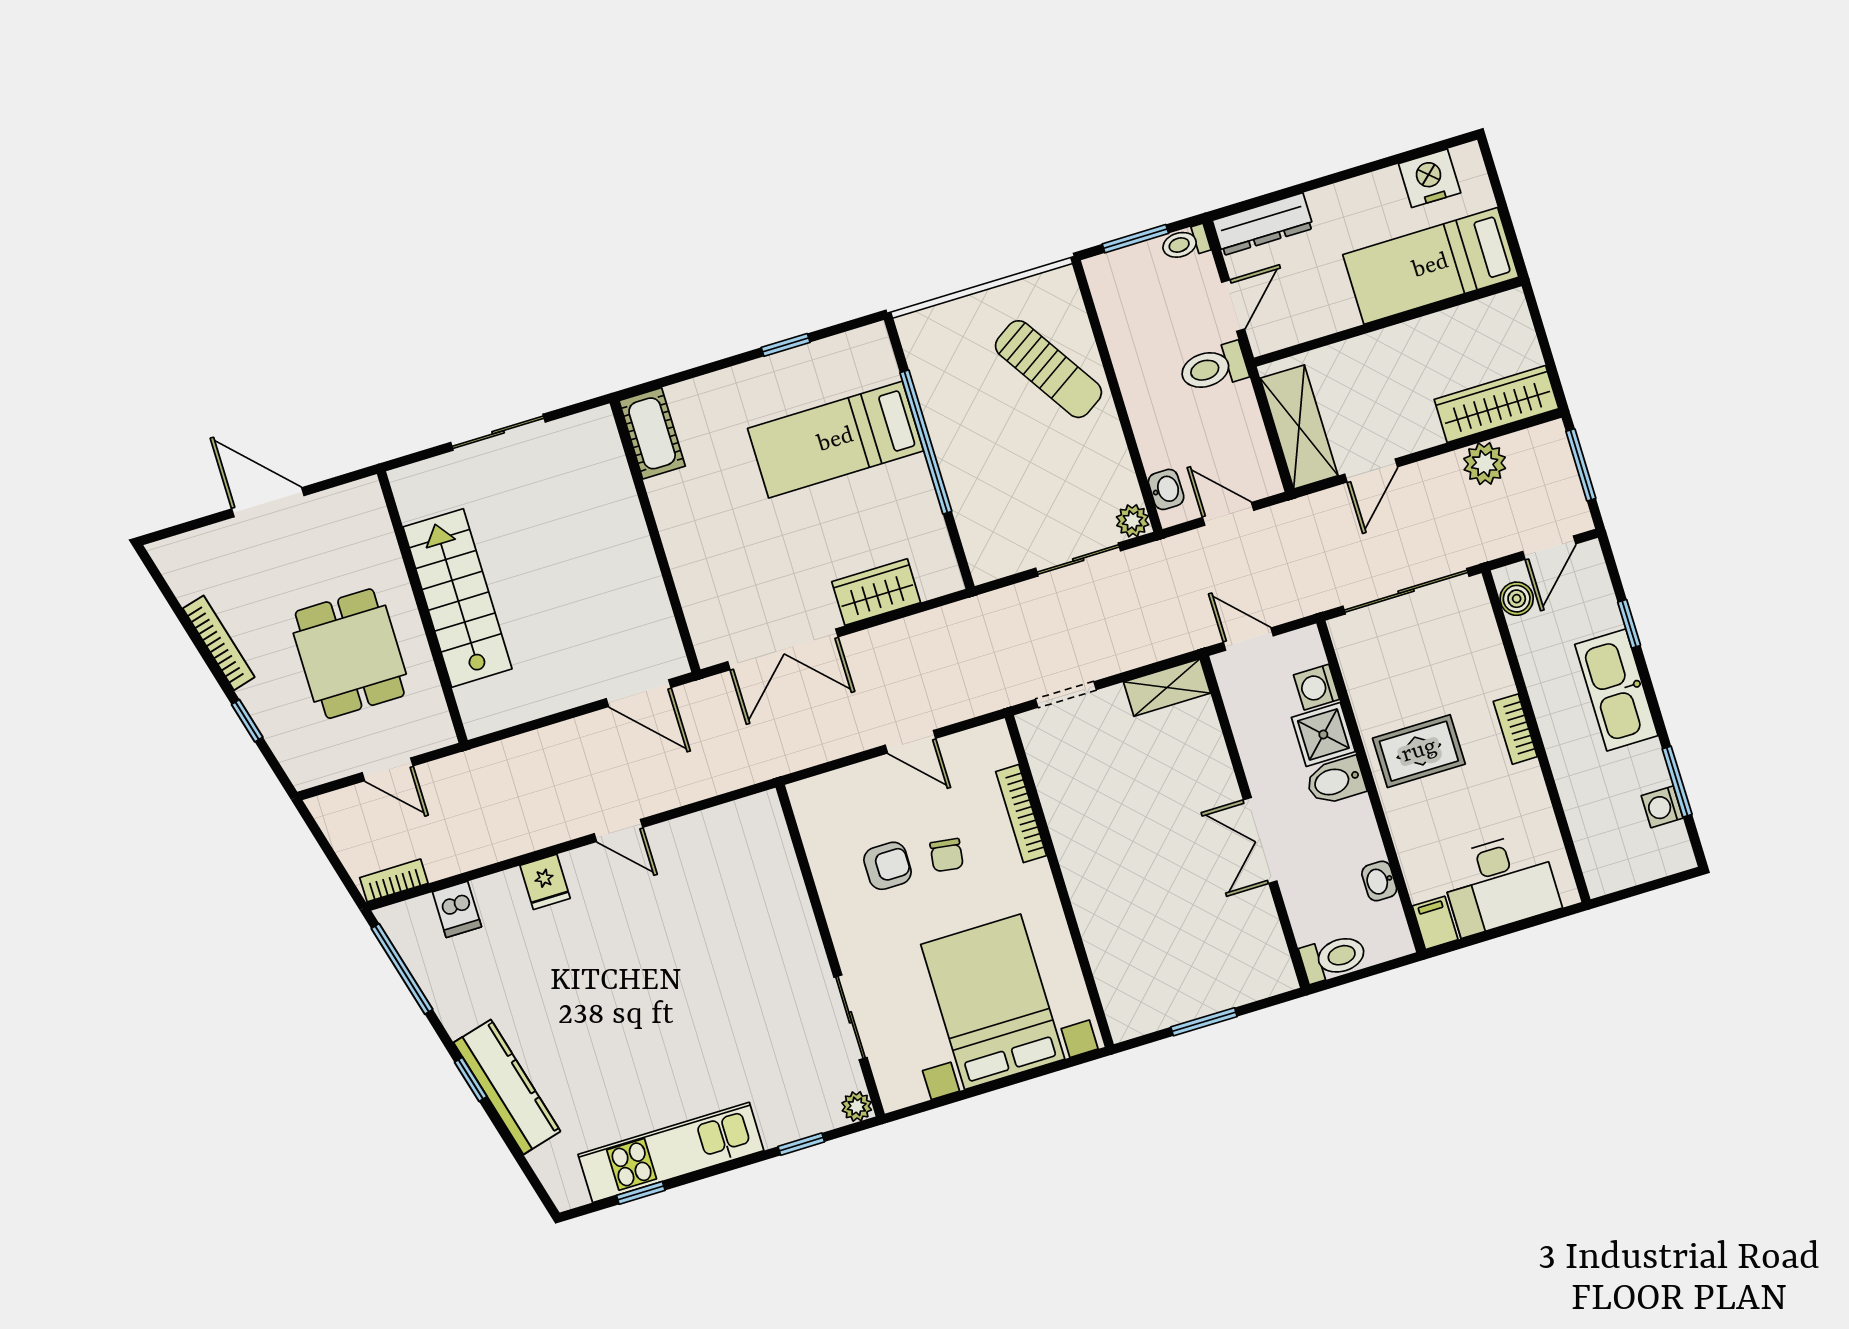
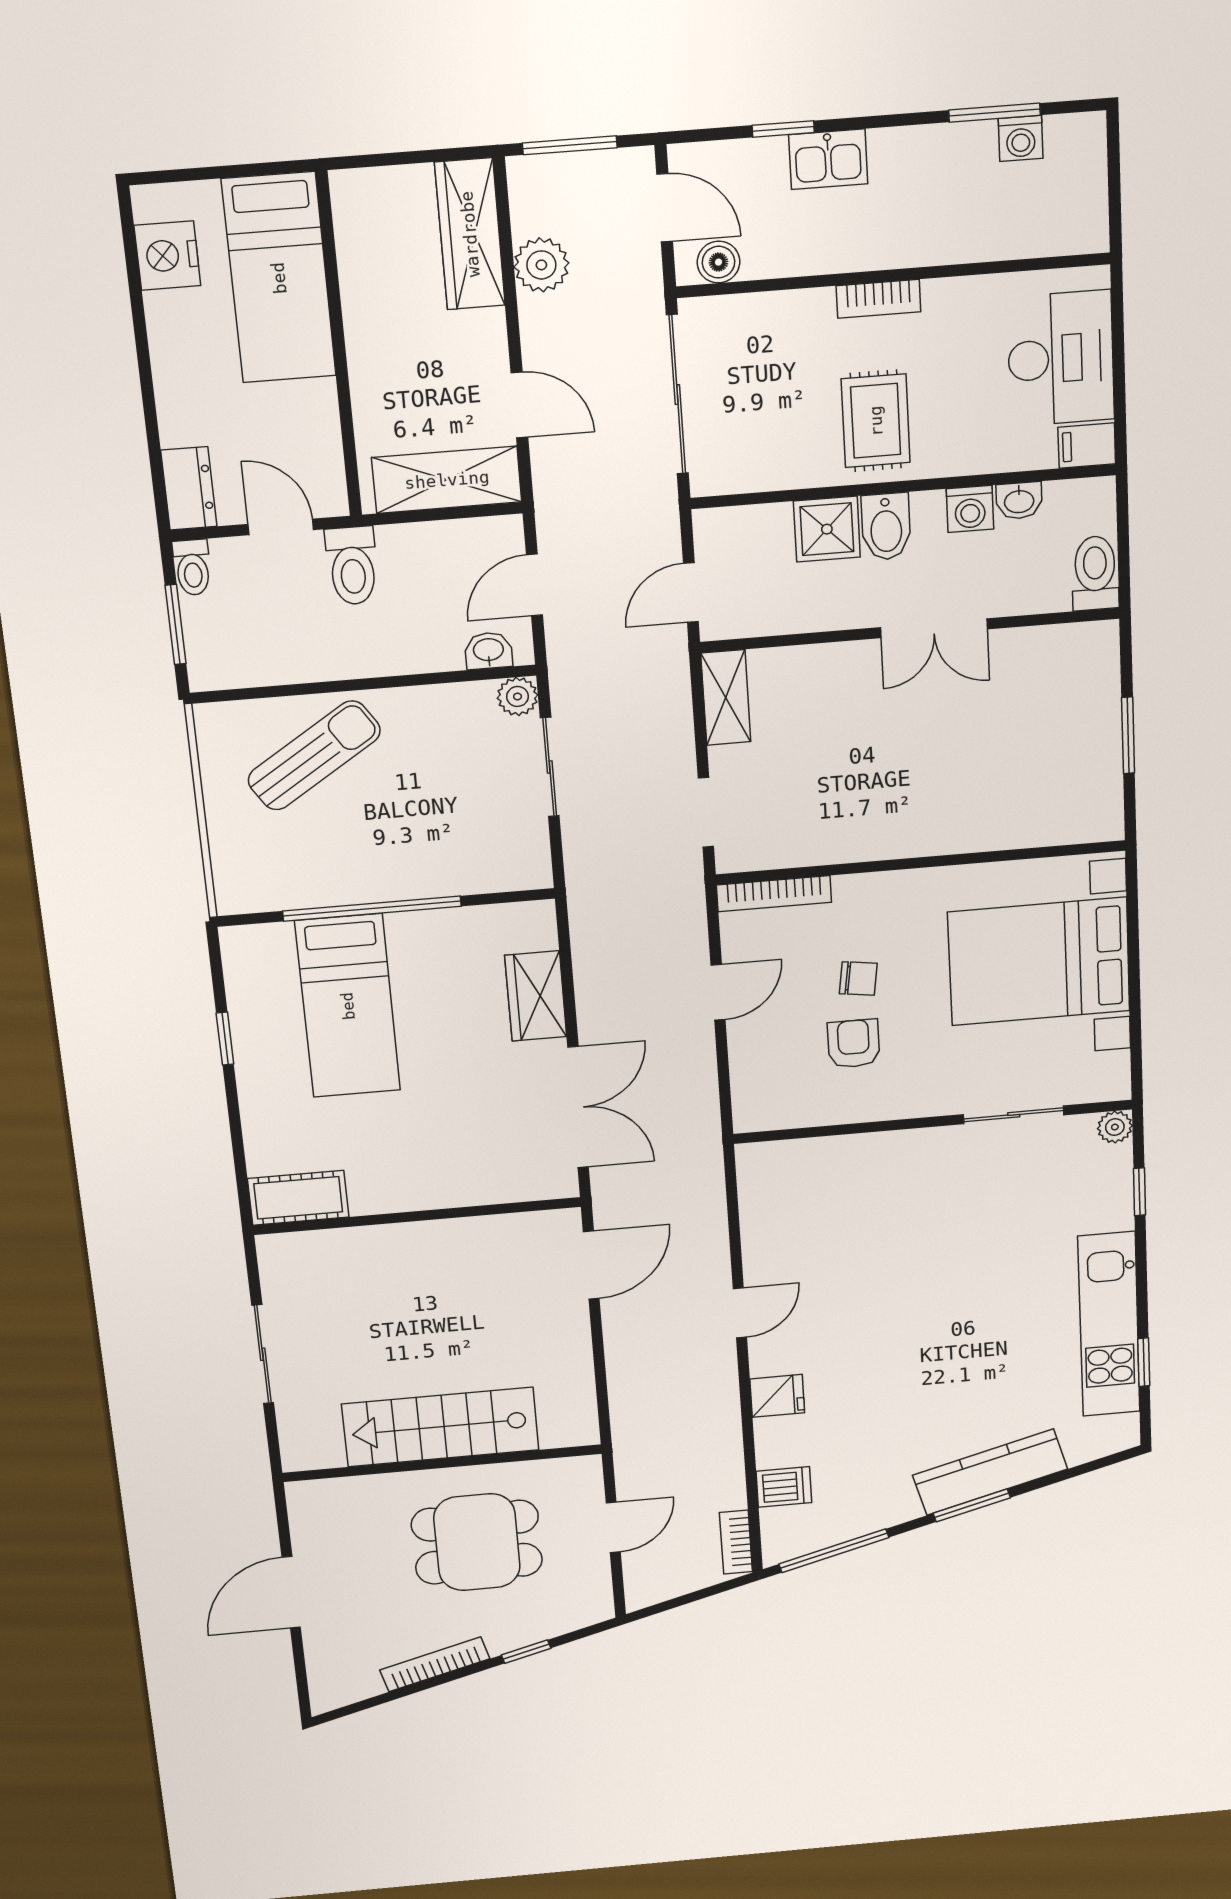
dresser: (1263, 224) -> (189, 488), width x0.70
washing machine: (1317, 687) -> (970, 509), moved
kitchen sink: (1616, 690) -> (828, 159), width x0.53, depth x0.81
bookcase: (1021, 814) -> (774, 894), moved
window: (471, 1079) -> (972, 1505), width x1.50

